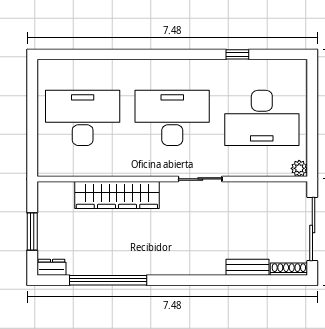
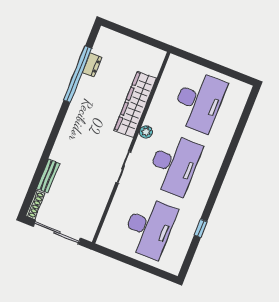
desk: (262, 118) -> (149, 228), turned 180
plant: (299, 168) -> (146, 132), moved
window: (32, 232) -> (133, 34), removed
dresser: (51, 267) -> (92, 65), moved

